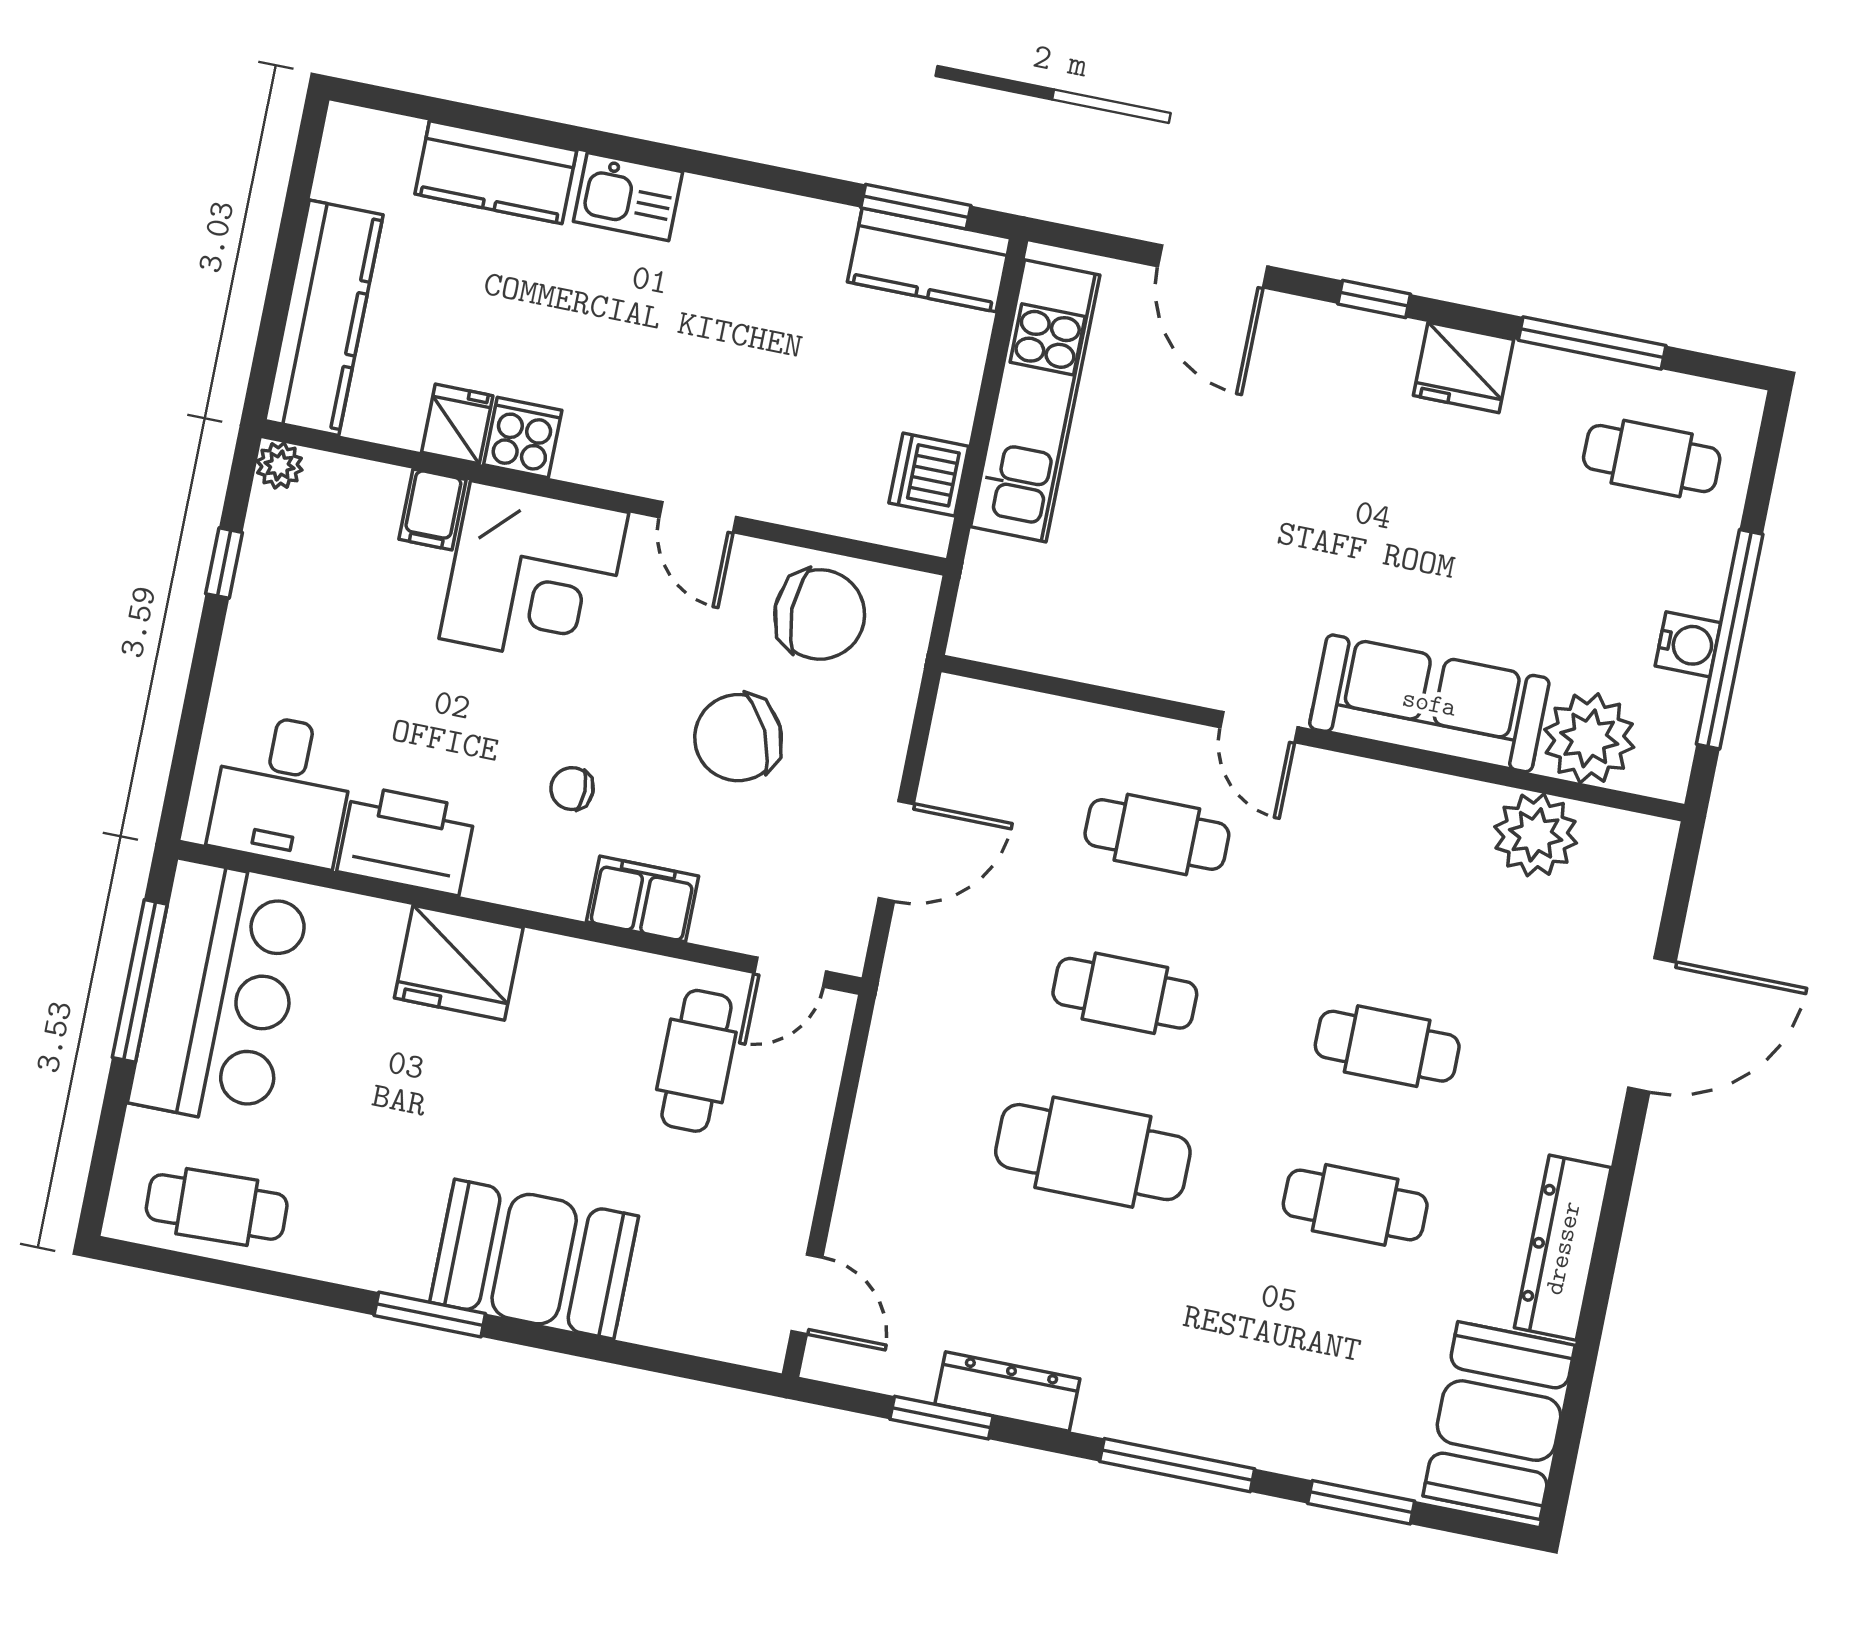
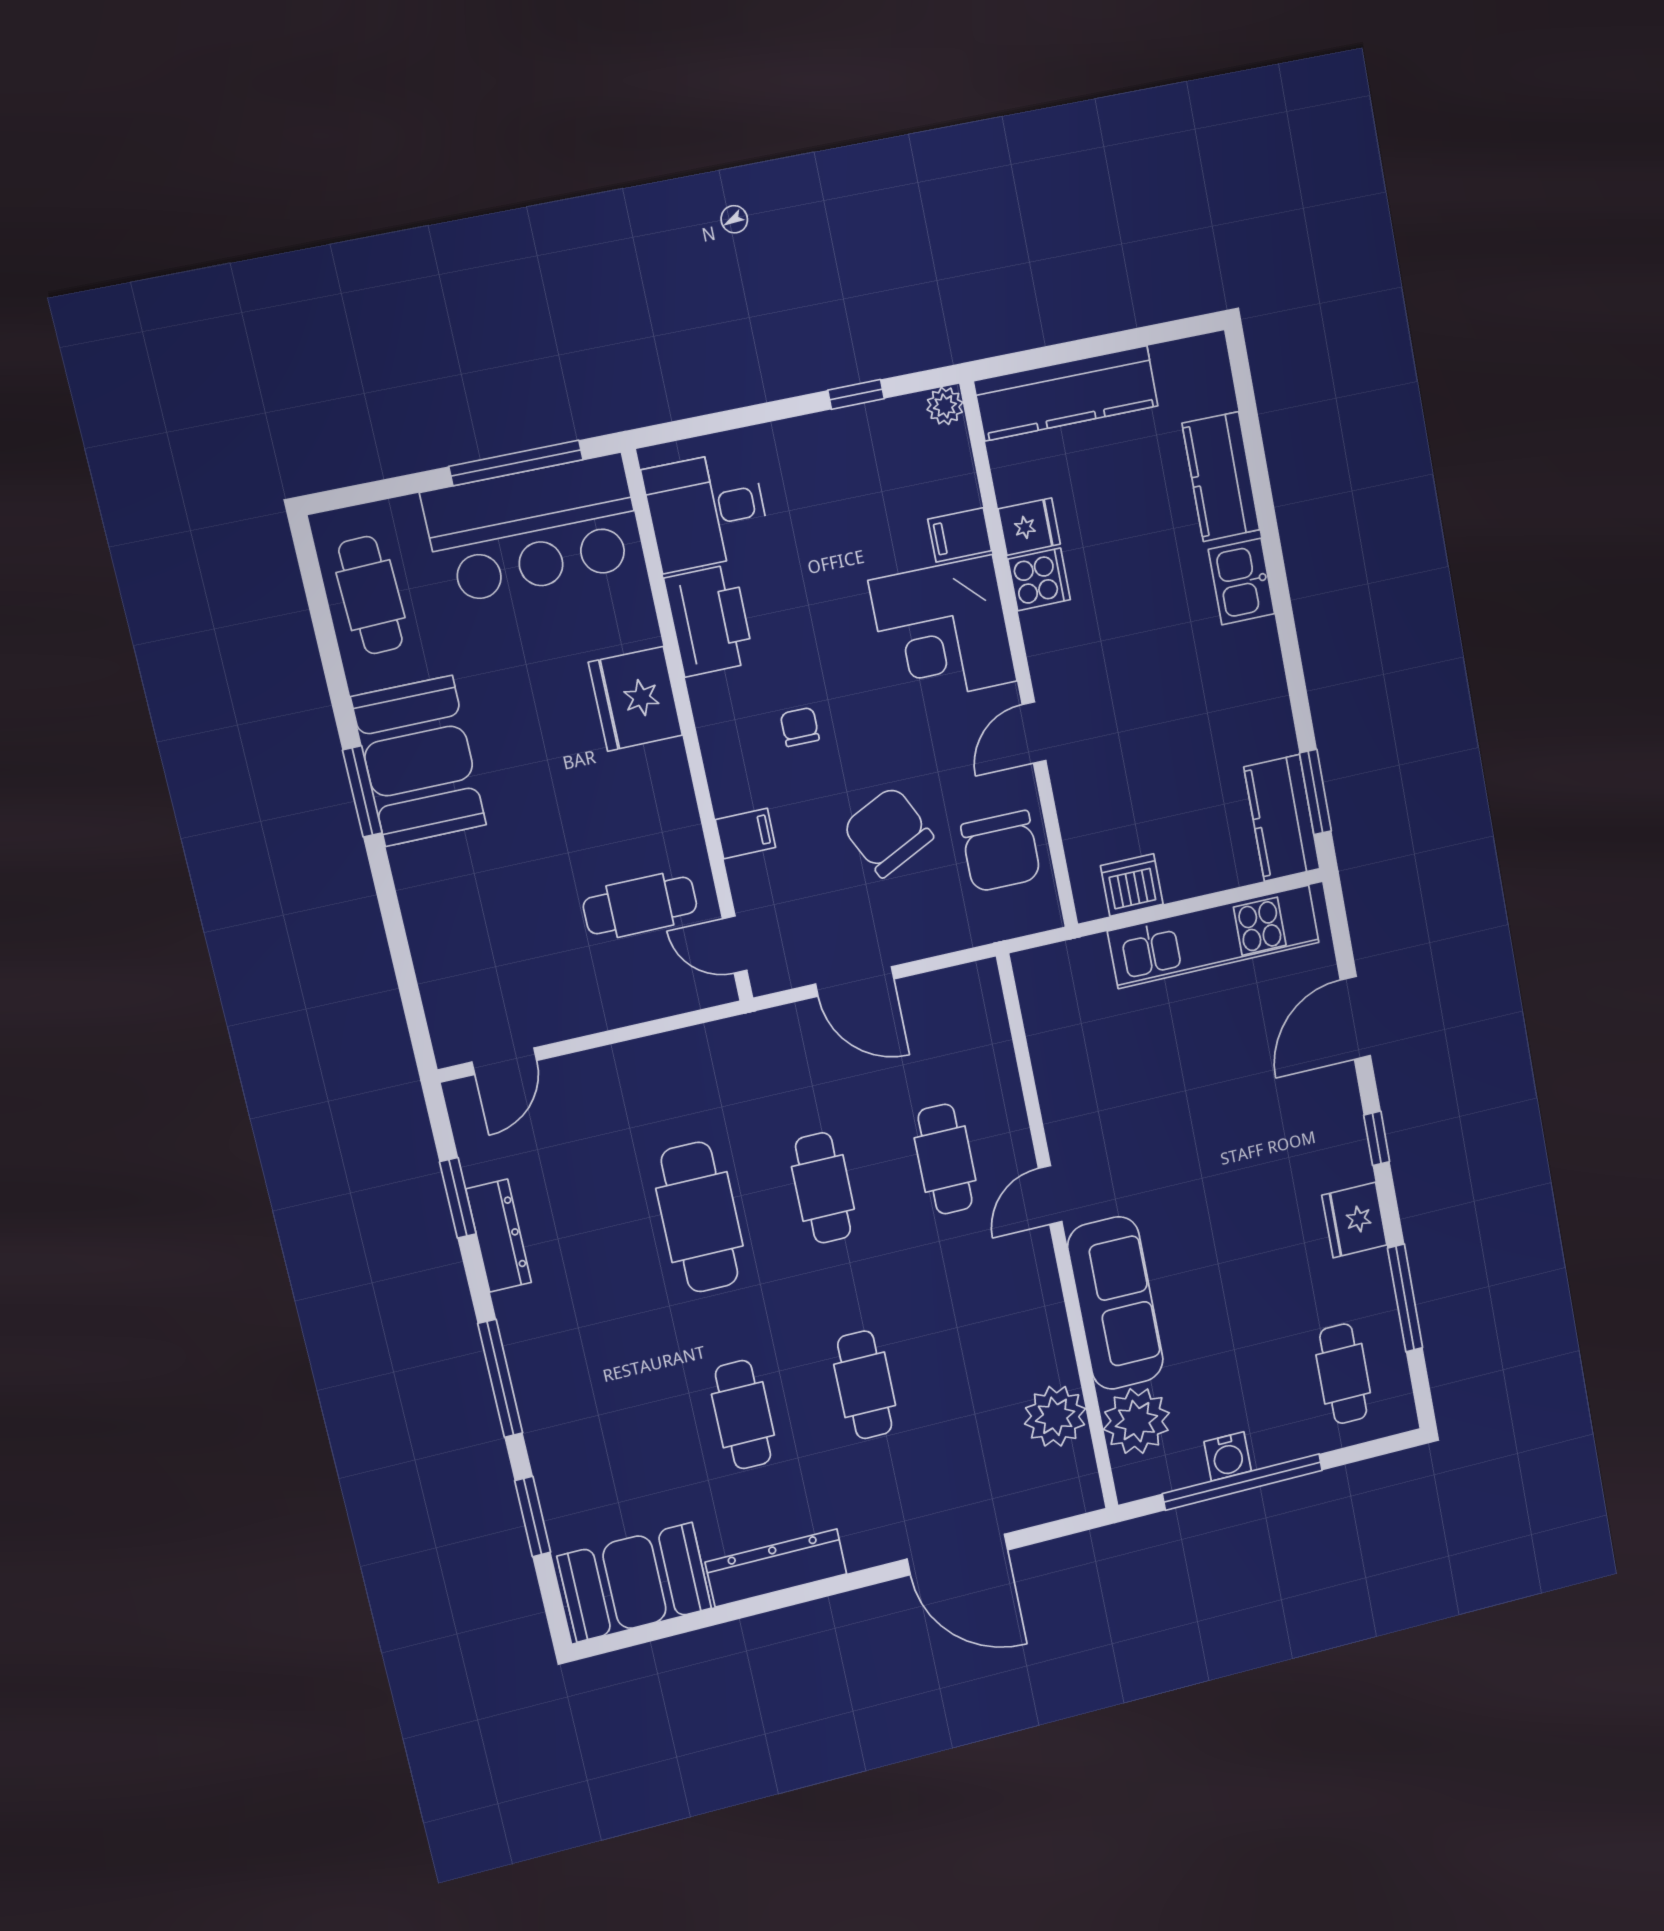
filing cabinet: (643, 899) -> (746, 834), width x0.50
booth: (534, 1259) -> (419, 761), moved

